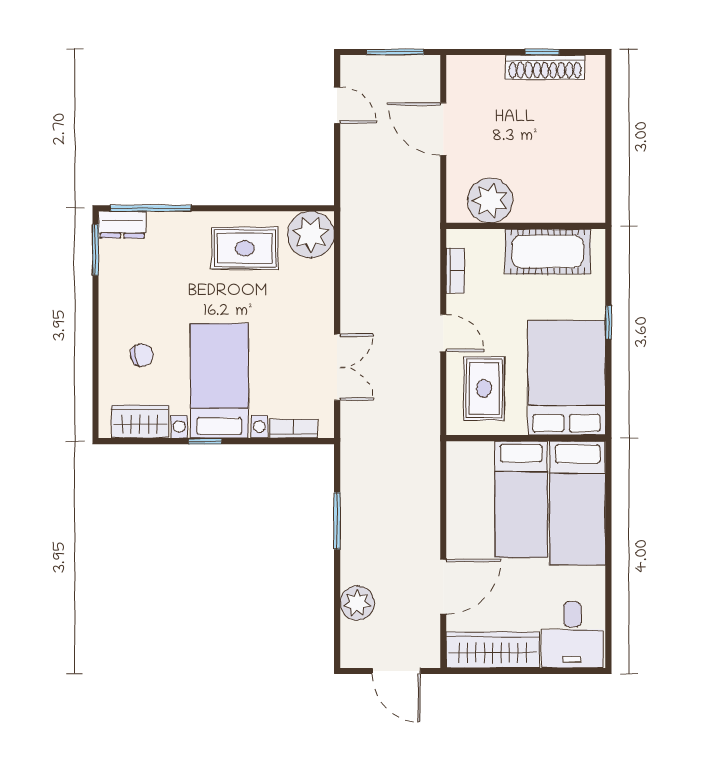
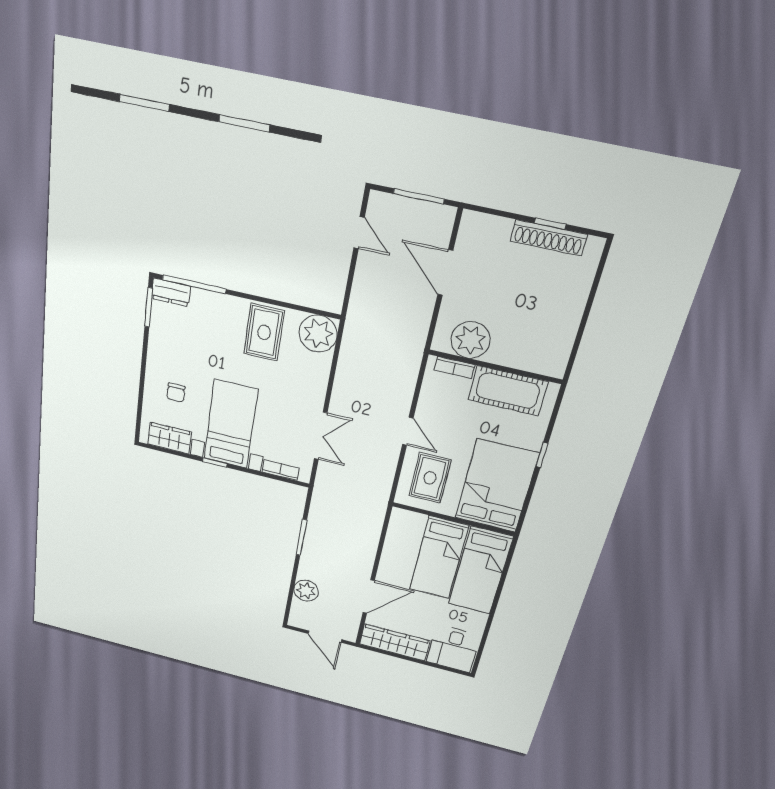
rug: (245, 248) -> (264, 332), turned 90
bookcase: (455, 271) -> (455, 367), moved, turned 90
chair: (142, 355) -> (176, 393), turned 105

